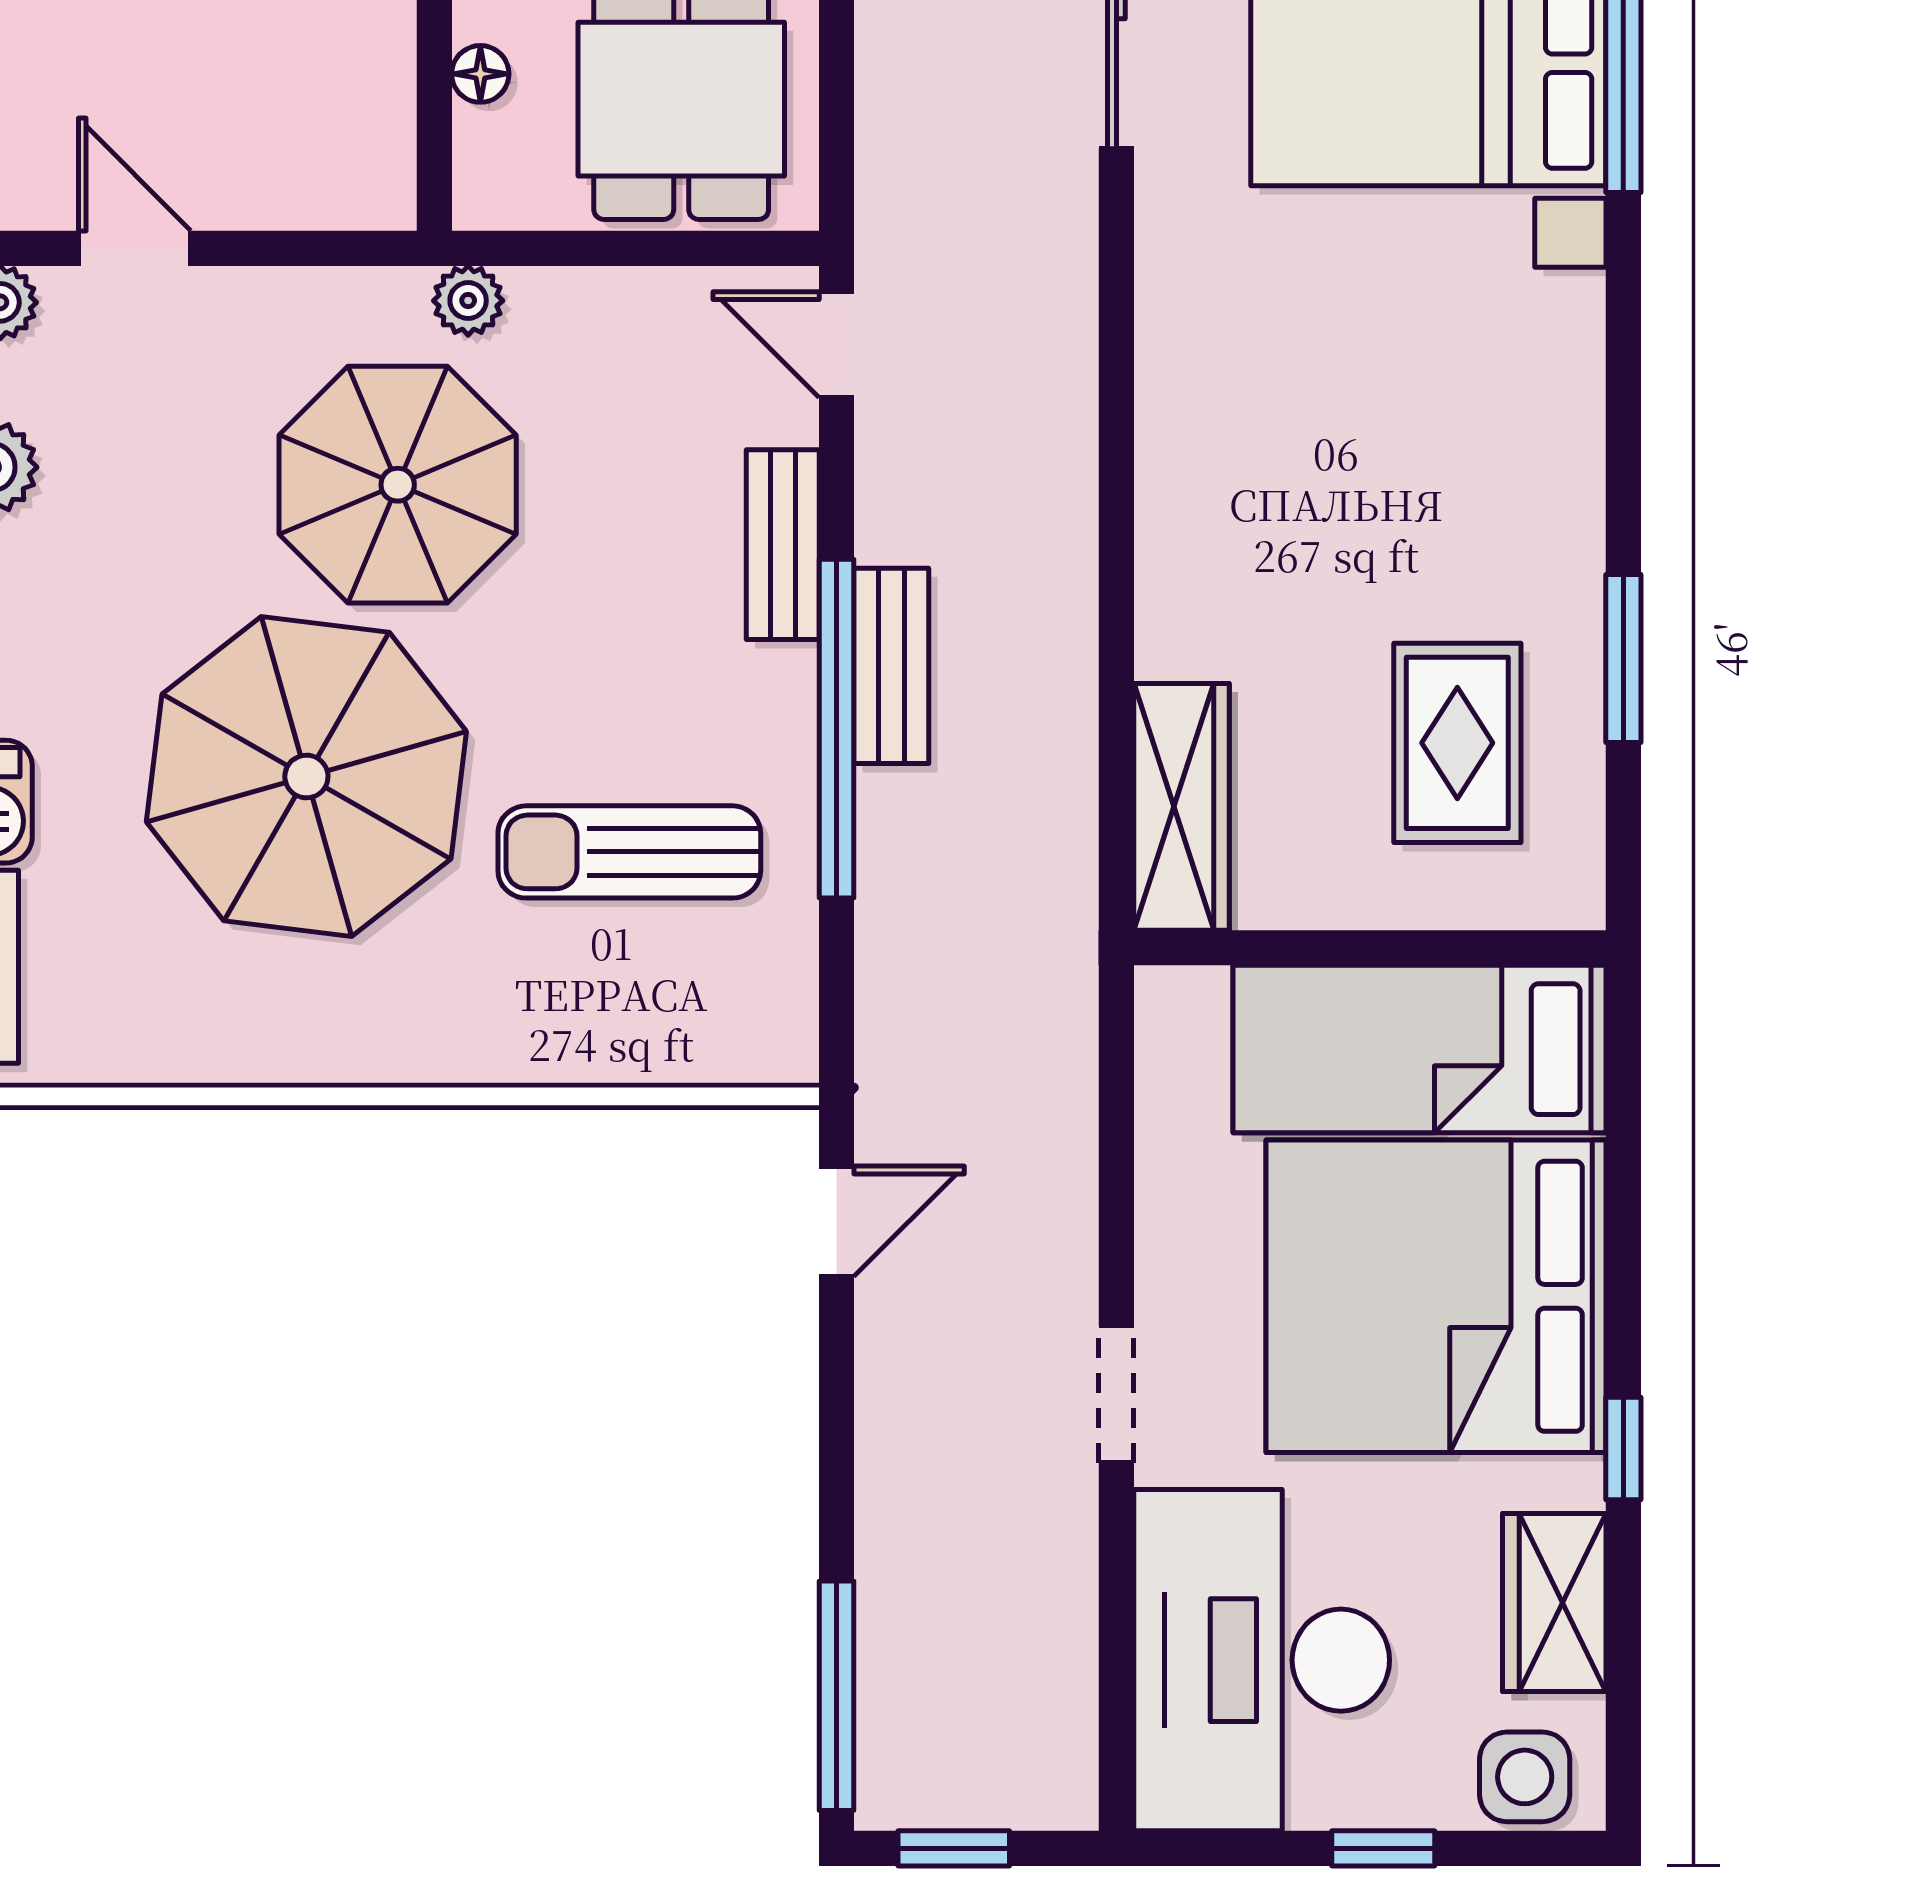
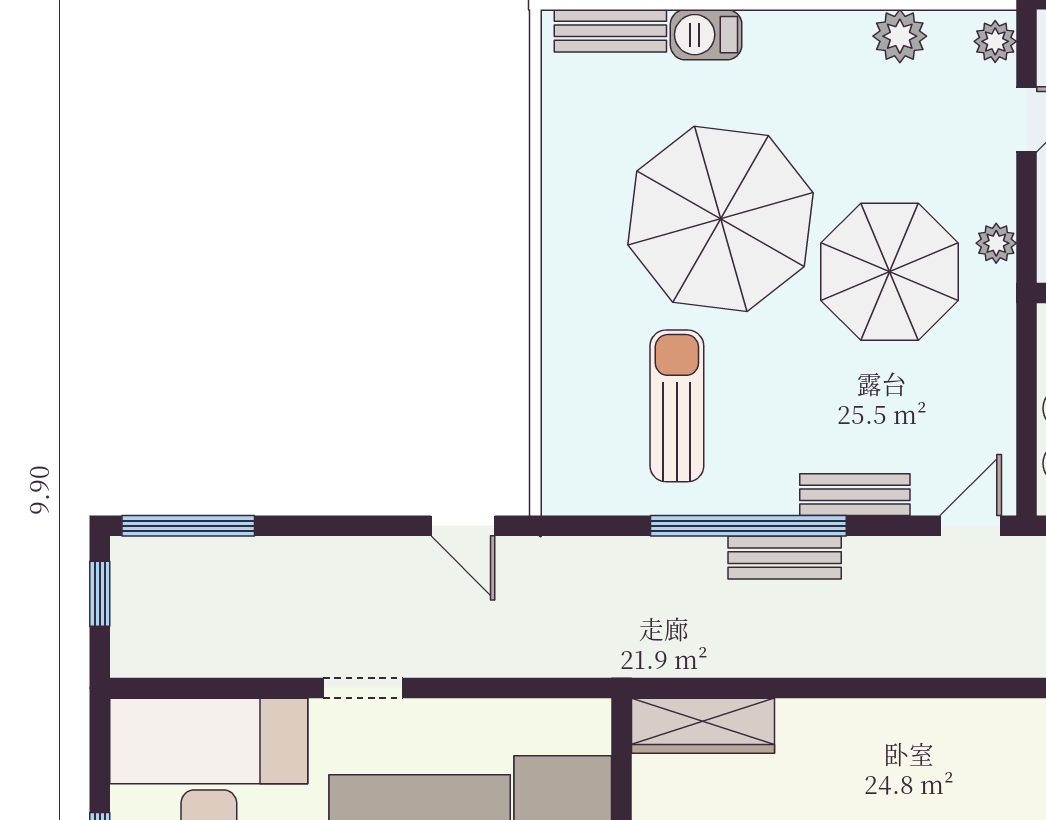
plant: (468, 301) -> (996, 243), moved

